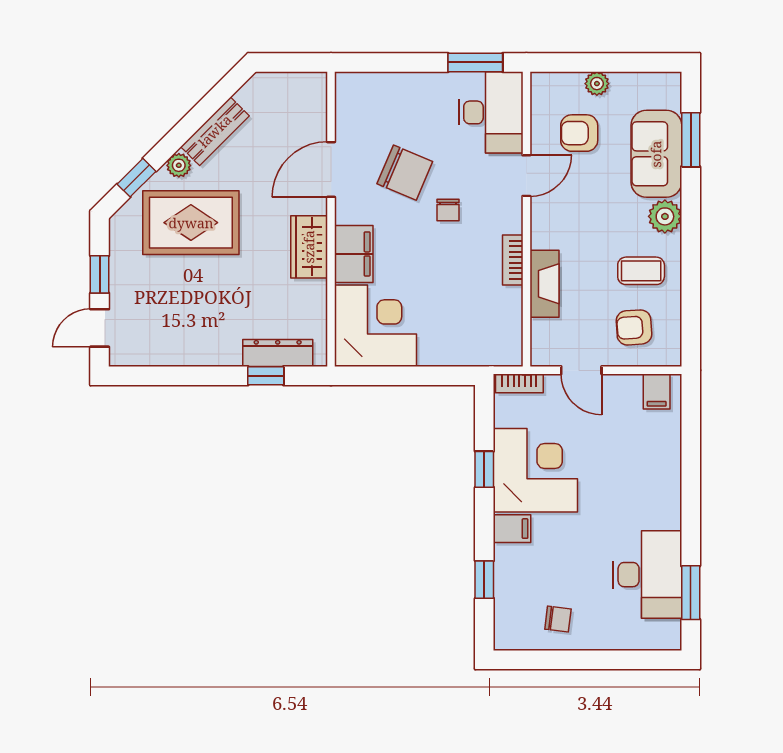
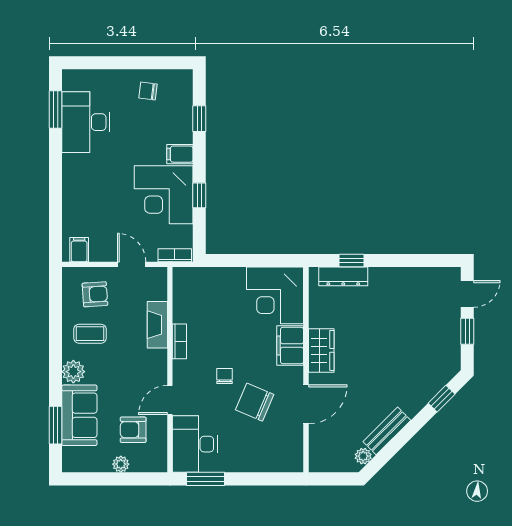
armchair: (579, 133) -> (133, 430), turned 180
plant: (179, 165) -> (363, 456), moved
rug: (191, 223) -> (404, 367), removed

